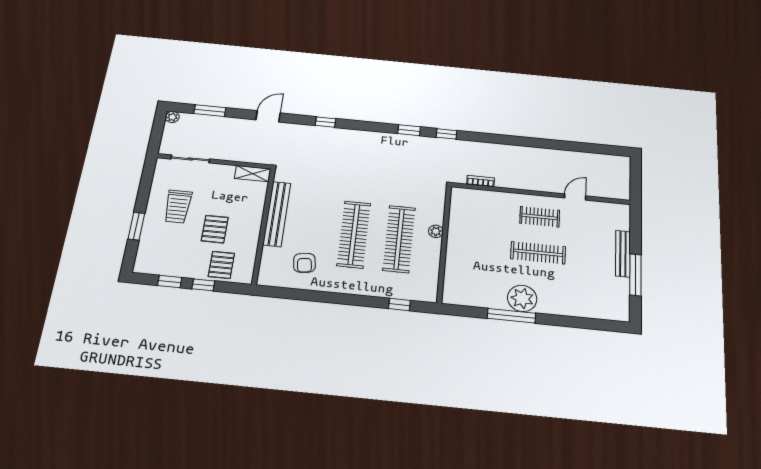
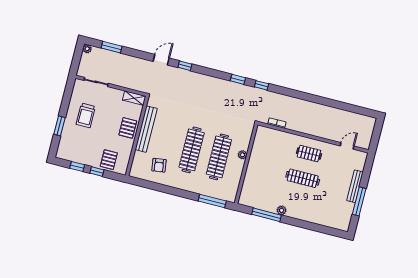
door: (268, 116) -> (161, 60), moved
door: (575, 197) -> (347, 146), moved
pallet: (215, 229) -> (128, 128), moved
plant: (522, 298) -> (282, 210), width x0.53, depth x0.53
window: (400, 305) -> (212, 201), width x2.17
window: (511, 316) -> (266, 215), moved

